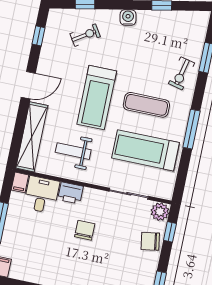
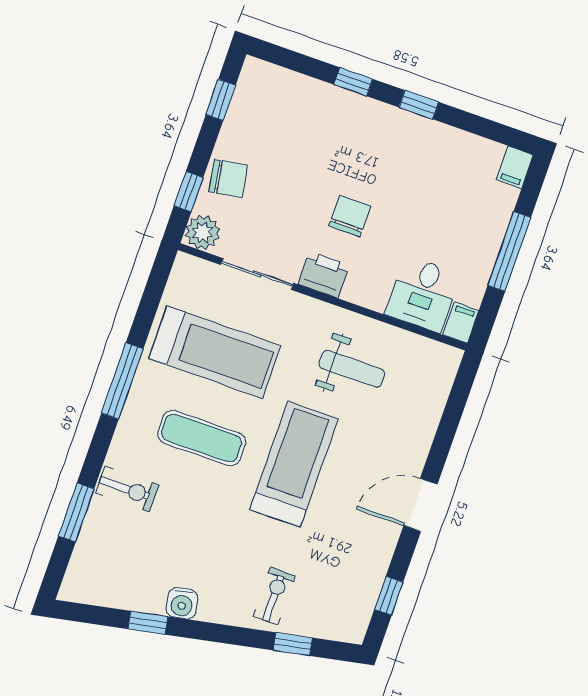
water cooler: (128, 17) -> (182, 603), moved
exercise bike: (85, 35) -> (274, 596), moved, turned 123
exercise bike: (182, 73) -> (127, 489), turned 77
shelving: (32, 137) -> (427, 406), removed
printer: (70, 193) -> (324, 275), moved
chair: (85, 230) -> (350, 216), turned 180

